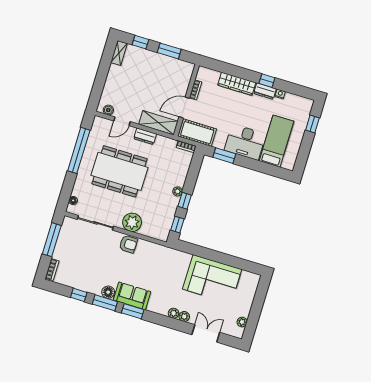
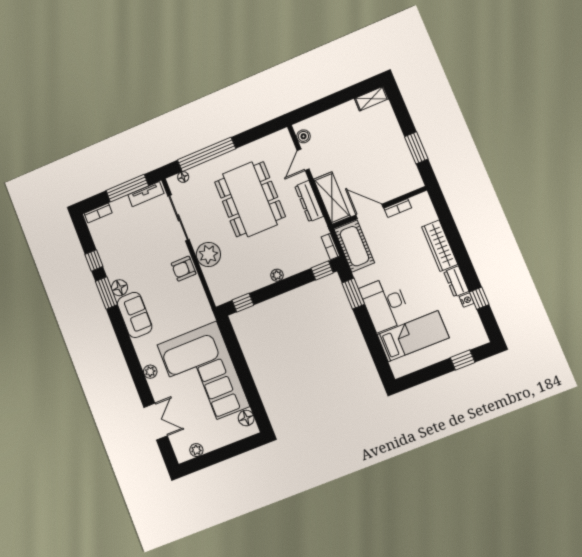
window: (140, 42) -> (401, 111), removed
window: (267, 81) -> (479, 298), moved
door: (122, 121) -> (303, 160), hinge flipped
dresser: (145, 136) -> (309, 201), width x1.44
window: (79, 150) -> (207, 154), moved
window: (185, 201) -> (322, 270), moved
tv unit: (65, 231) -> (146, 194), added
armchair: (128, 244) -> (184, 269), turned 89
floor lamp: (247, 277) -> (246, 418), added
corner sofa: (212, 279) -> (203, 376), width x1.36, depth x1.36
window: (133, 311) -> (120, 328), removed
plant: (184, 317) -> (155, 385), removed

